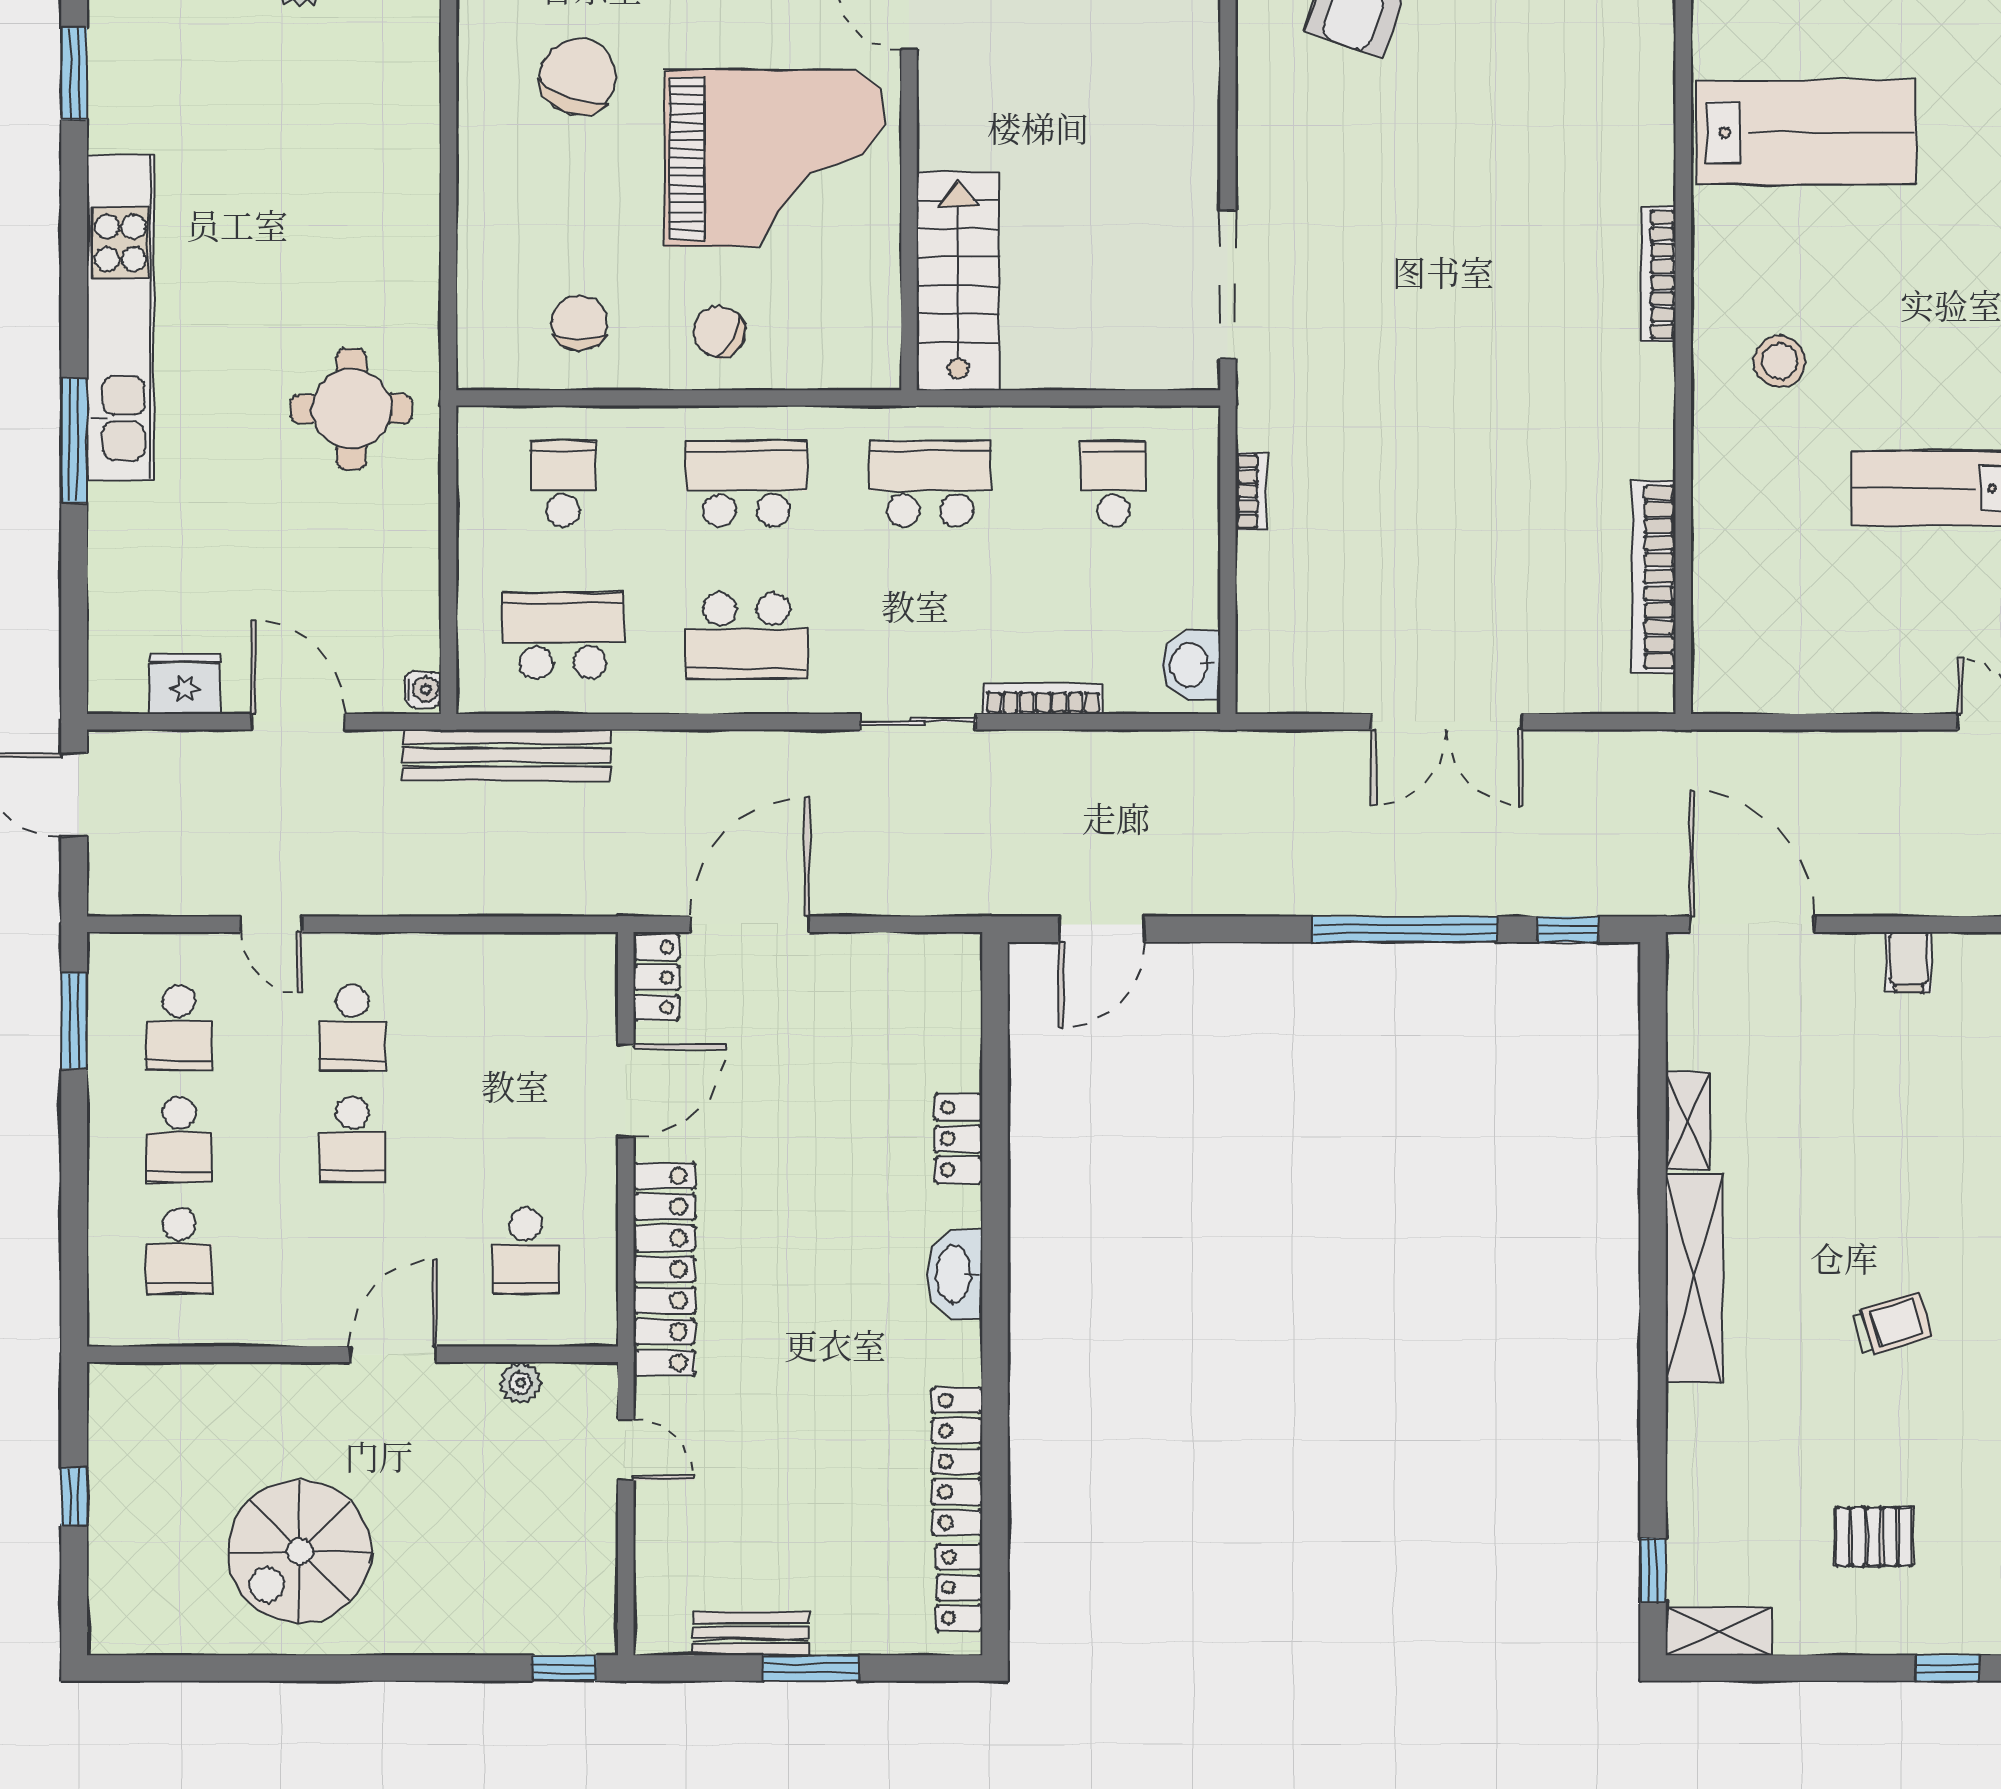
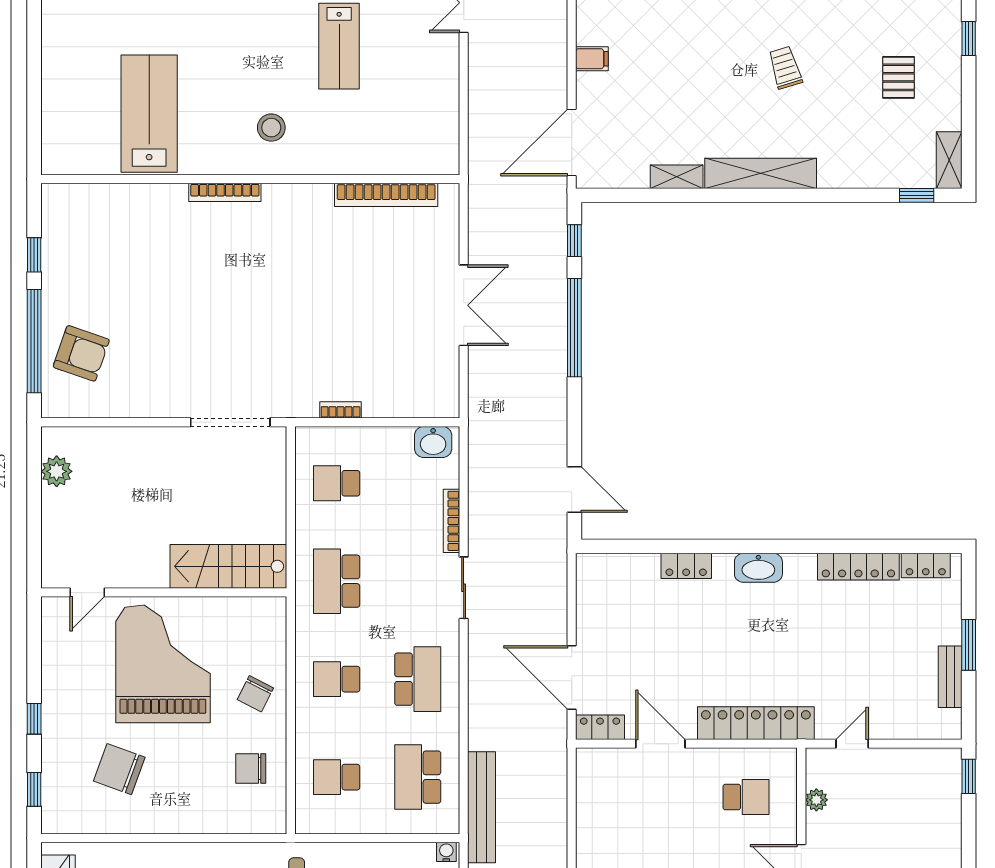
school desk: (746, 484) -> (337, 679), width x0.54

